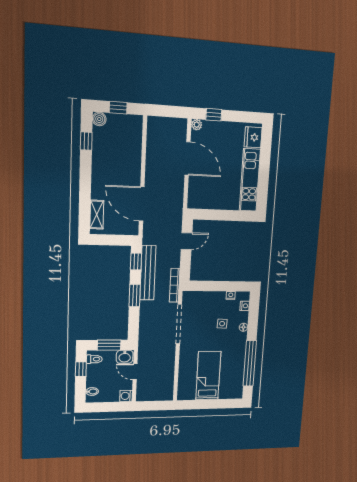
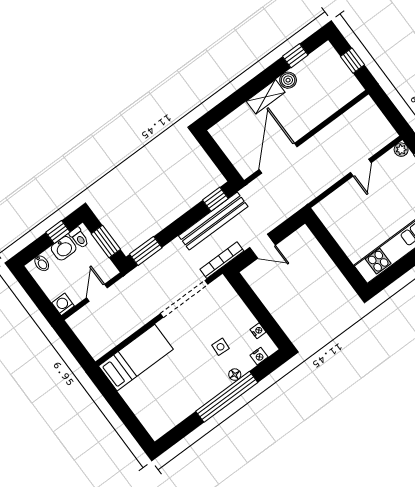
boiler: (99, 119) -> (288, 80), moved
door: (188, 159) -> (361, 168), width x0.53
shelving: (97, 215) -> (266, 97), moved
door: (187, 241) -> (262, 246), moved
window: (135, 296) -> (146, 251), moved
washbasin: (125, 357) -> (64, 248), moved, turned -90
window: (250, 363) -> (227, 397), moved
bed: (208, 376) -> (136, 358), moved

